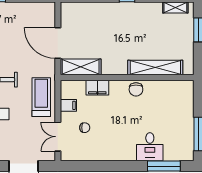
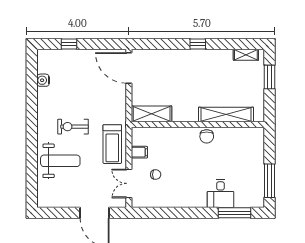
door: (58, 43) -> (129, 68), moved
filing cabinet: (97, 88) -> (168, 135), removed
treadmill: (41, 97) -> (112, 144), turned 180

